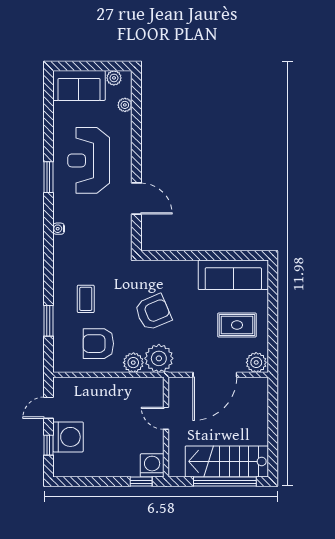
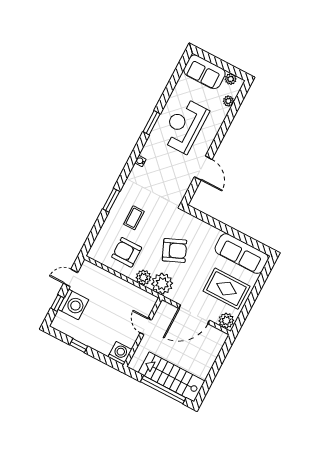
window: (48, 321) -> (111, 200), moved
rug: (237, 325) -> (226, 289), width x1.36, depth x1.43
window: (141, 482) -> (79, 345), moved

